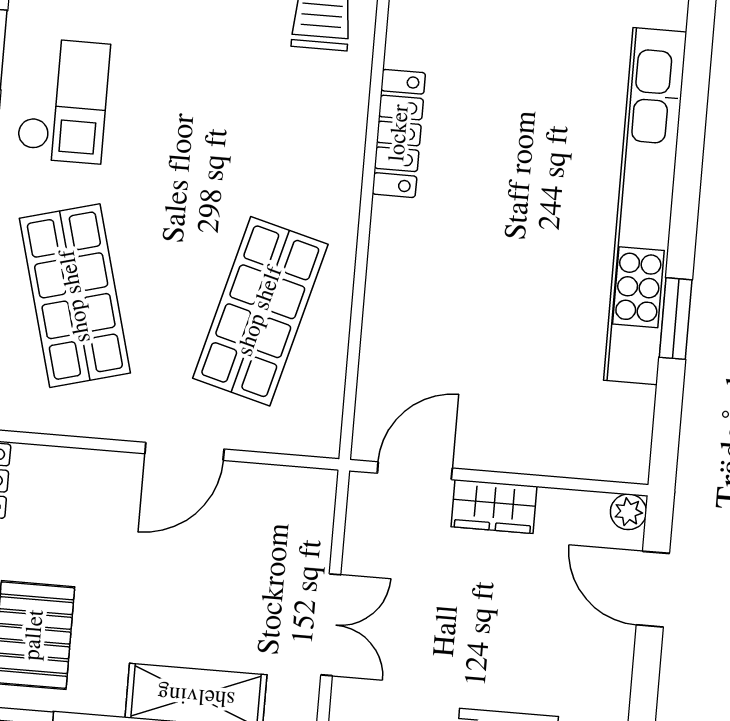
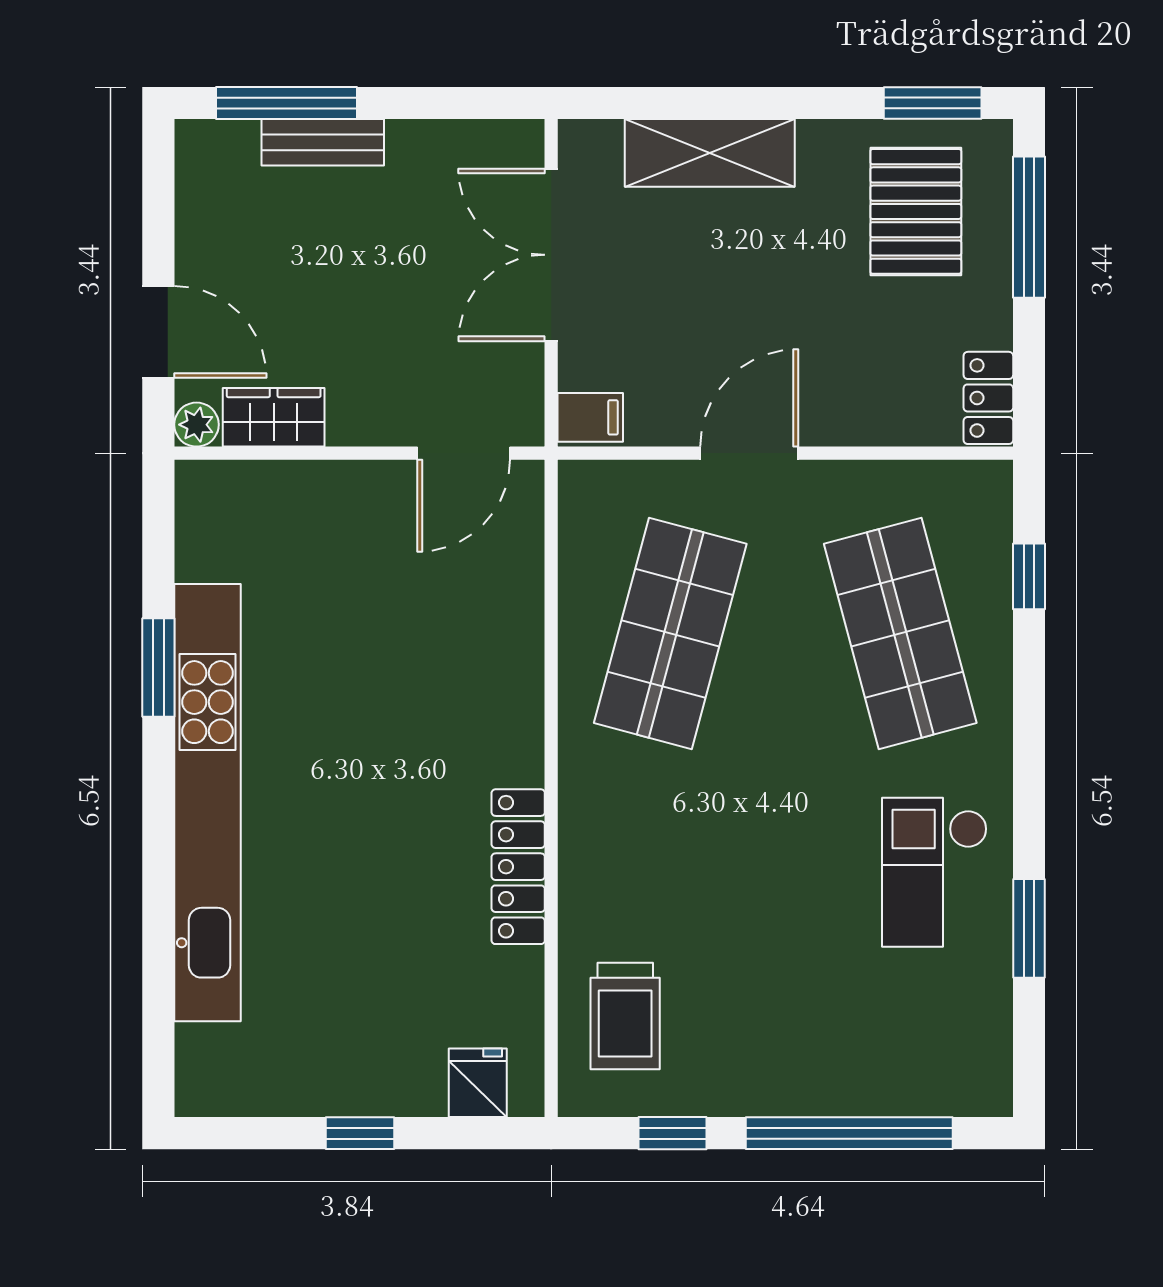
filing cabinet: (310, 491) -> (590, 417), added
wardrobe: (494, 506) -> (274, 417), moved
double door: (331, 625) -> (551, 255), width x1.37

